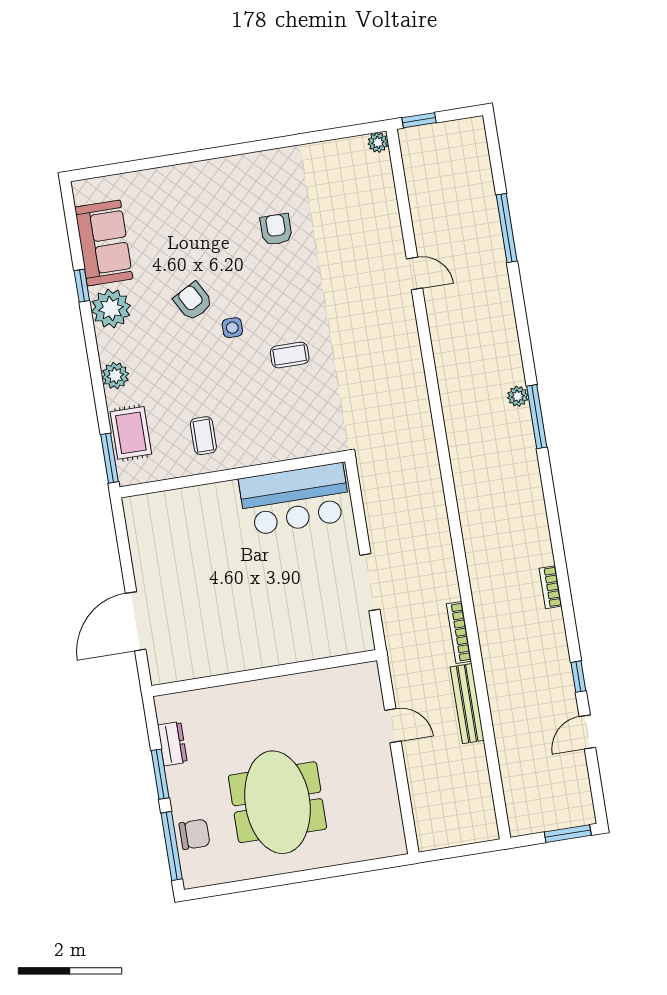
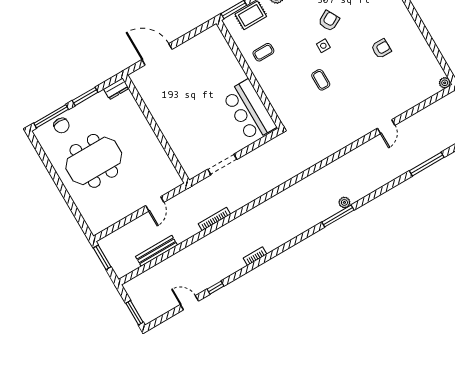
bench: (467, 704) -> (156, 251), moved
dresser: (172, 744) -> (116, 89), moved
window: (450, 852) -> (102, 257), added

